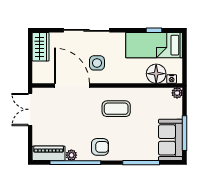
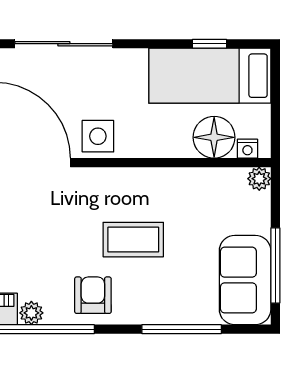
side table: (97, 63) -> (98, 136), moved
coffee table: (116, 109) -> (133, 240), moved
armchair: (100, 147) -> (93, 295), turned -90

